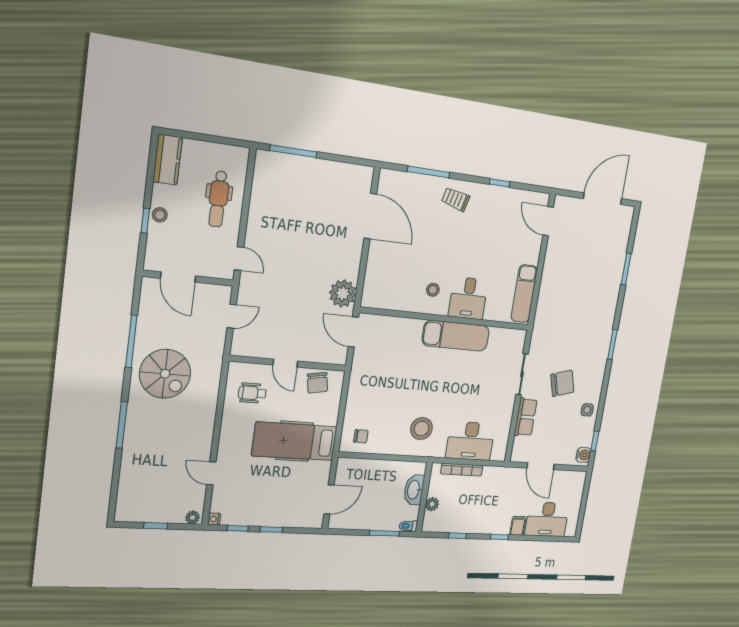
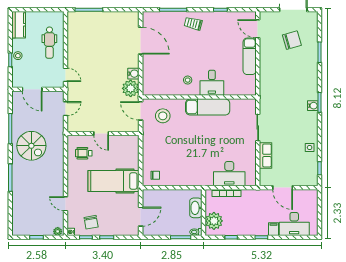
water cooler: (351, 270) -> (133, 74), added
exam couch: (524, 294) -> (250, 56), moved
chair: (317, 383) -> (91, 222), moved
chair: (562, 383) -> (292, 40), moved
stool: (422, 429) -> (163, 116), moved
water cooler: (583, 455) -> (313, 106), moved
plant: (432, 504) -> (214, 221), width x1.88, depth x1.88

